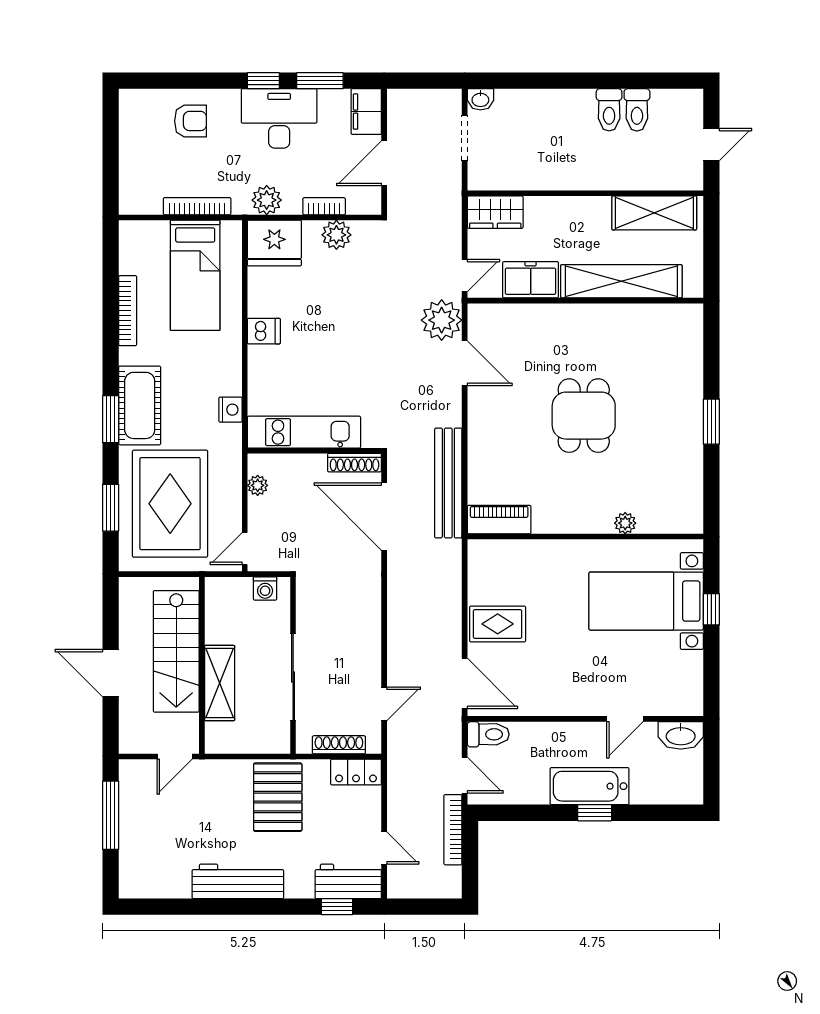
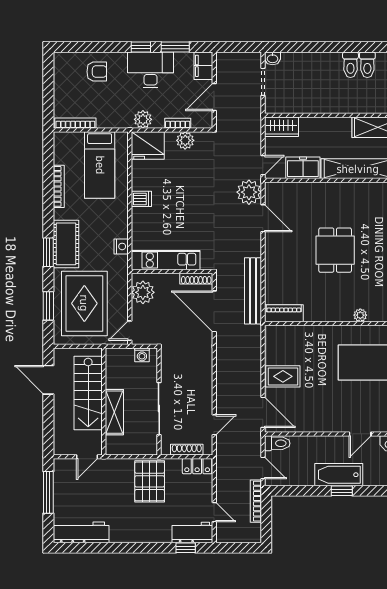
bookcase: (197, 206) -> (75, 123), moved
plant: (258, 485) -> (143, 292), width x1.88, depth x1.88
door: (111, 673) -> (48, 380), moved
workbench: (238, 881) -> (81, 532), moved

